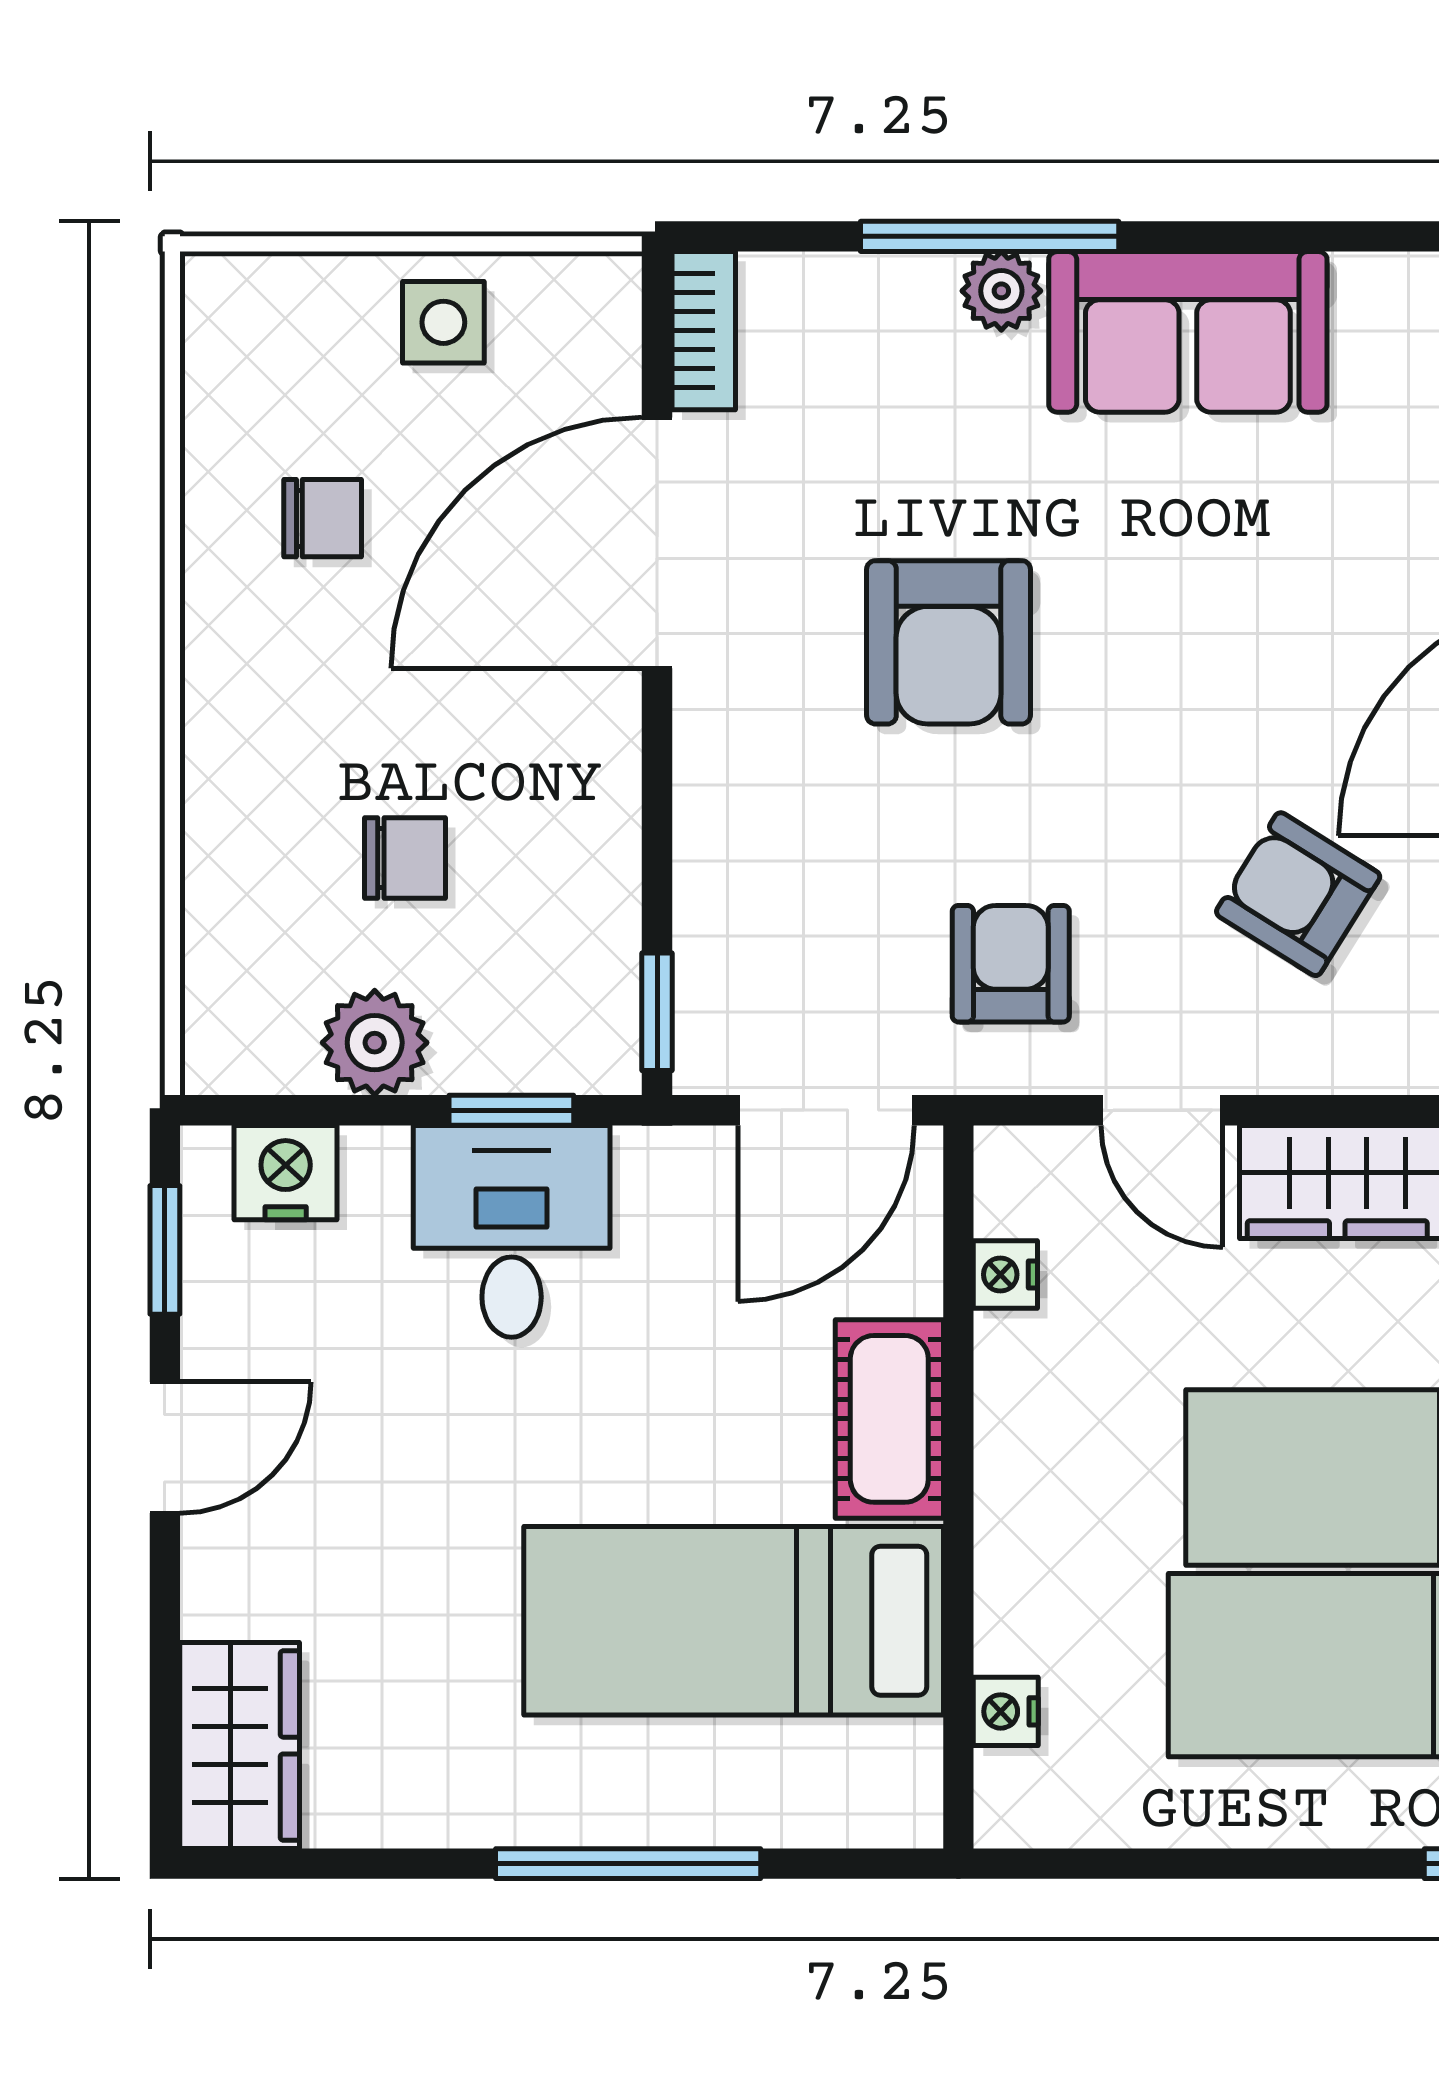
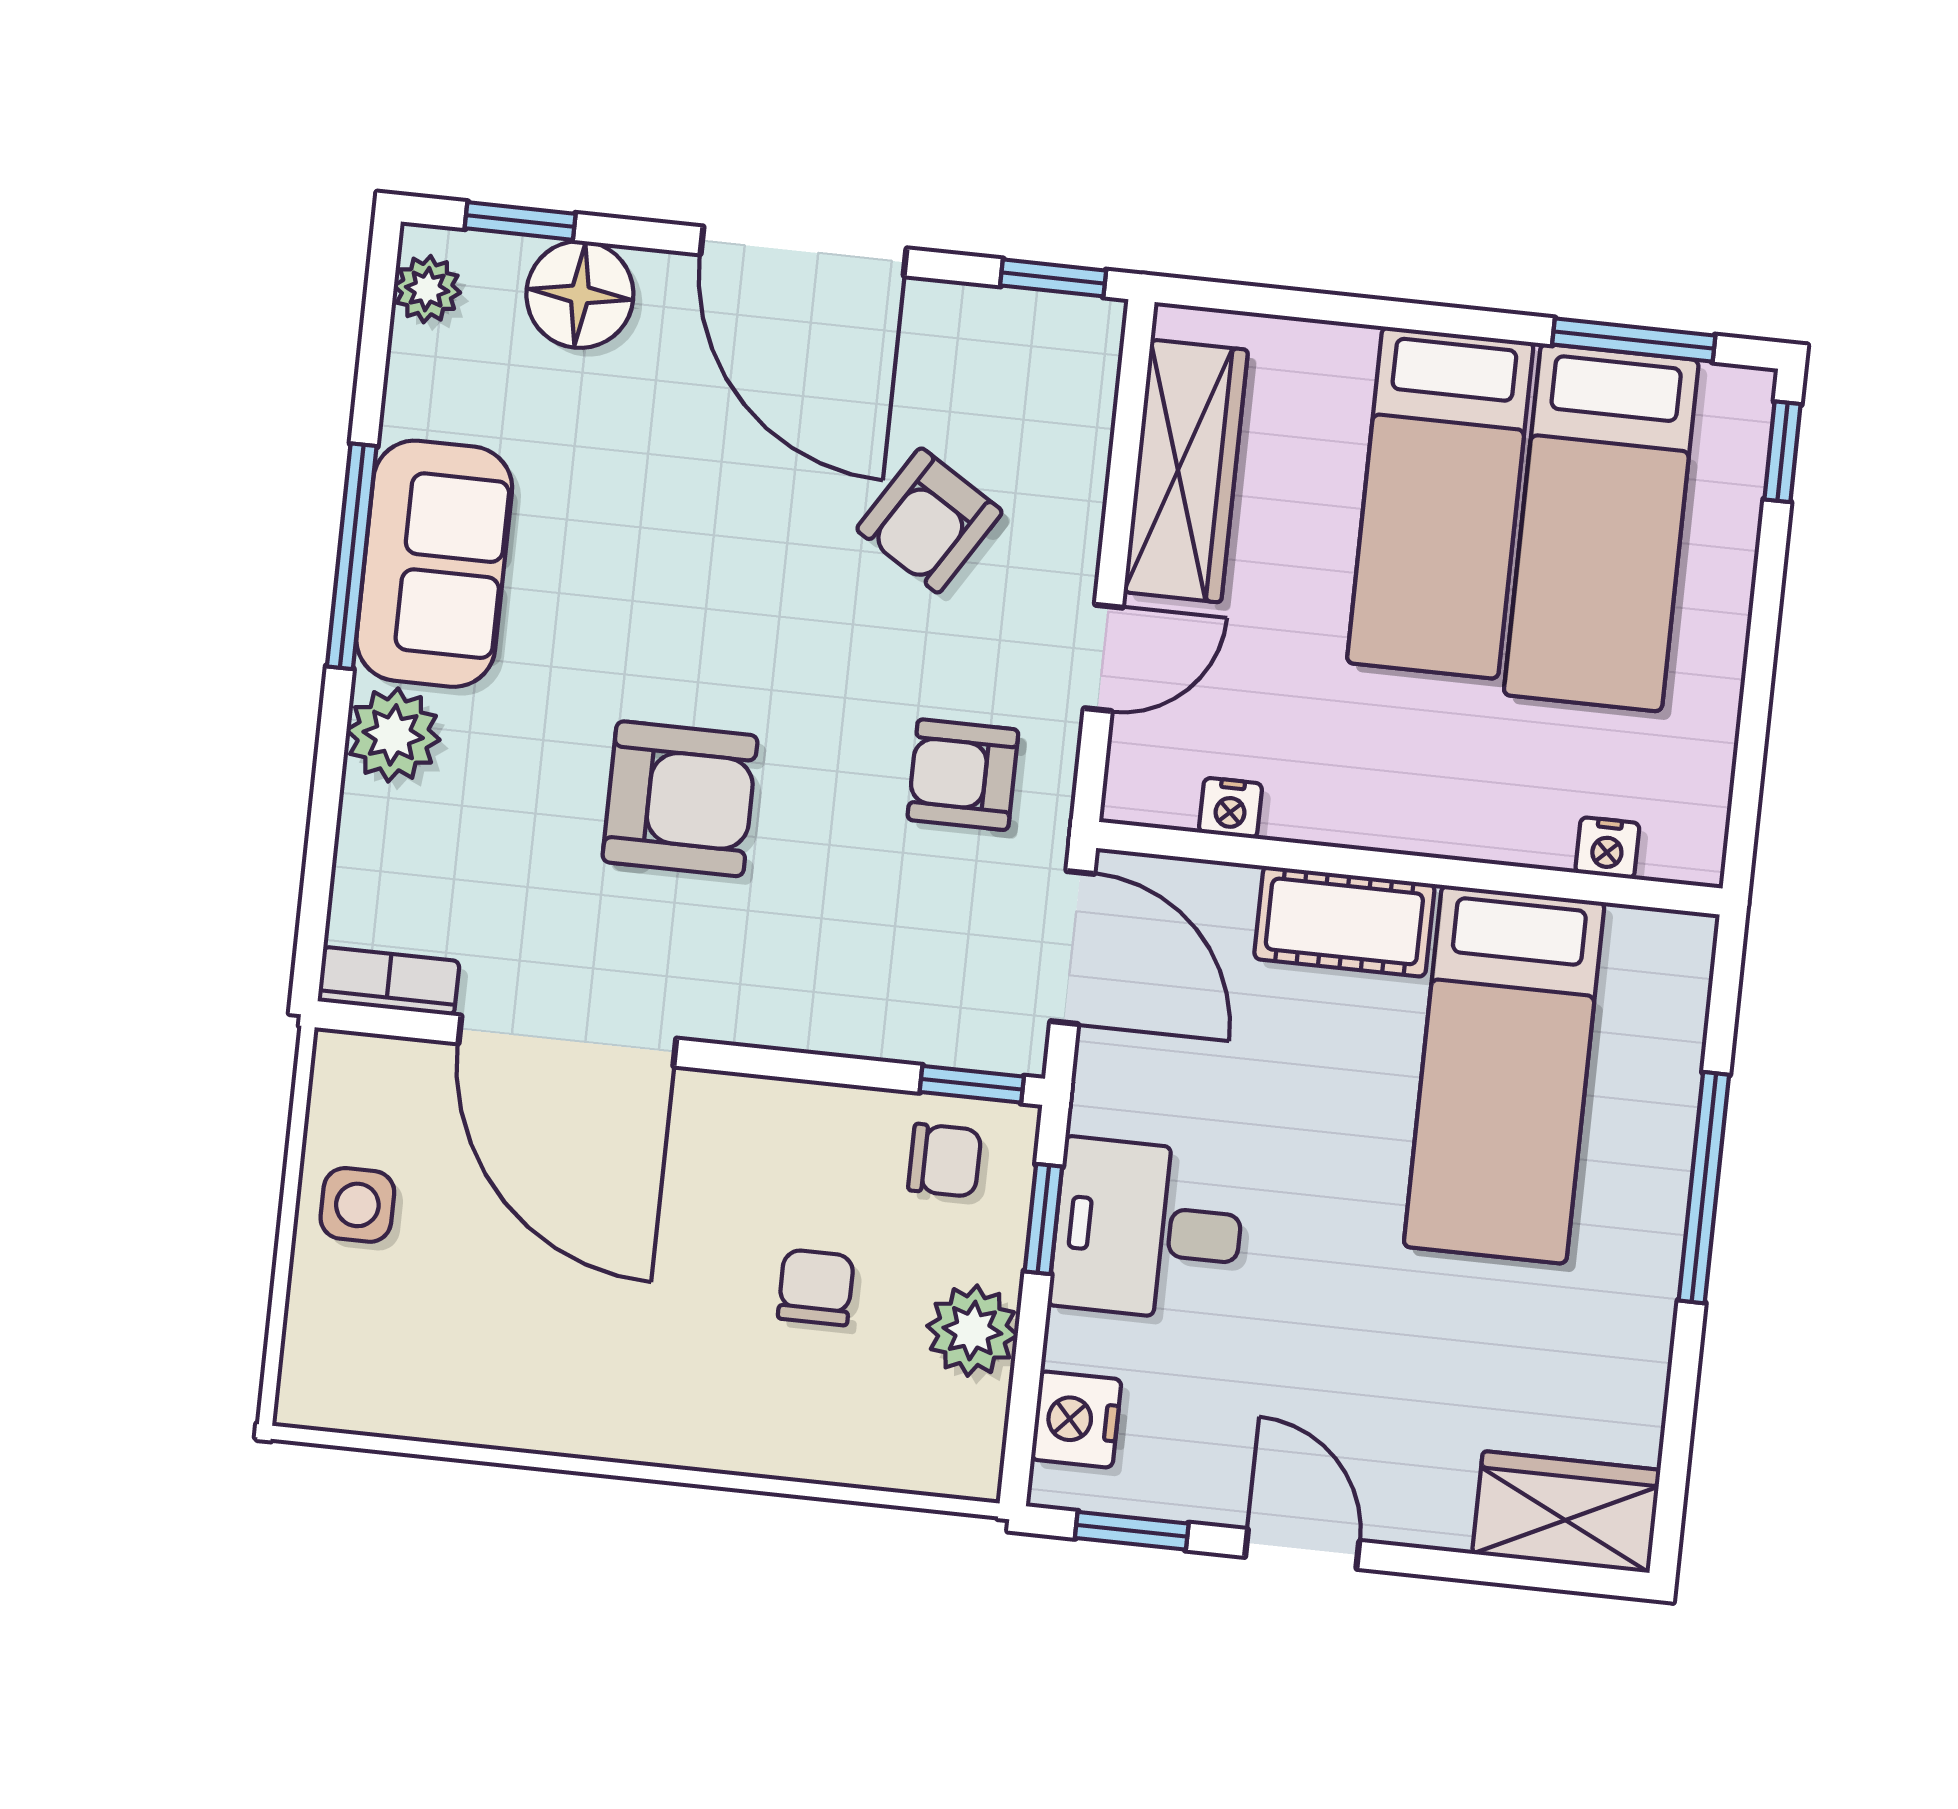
window: (990, 236) -> (352, 556), moved
plant: (1001, 291) -> (393, 735), width x1.38, depth x1.38
chair: (323, 518) -> (945, 1160), moved, turned 90

